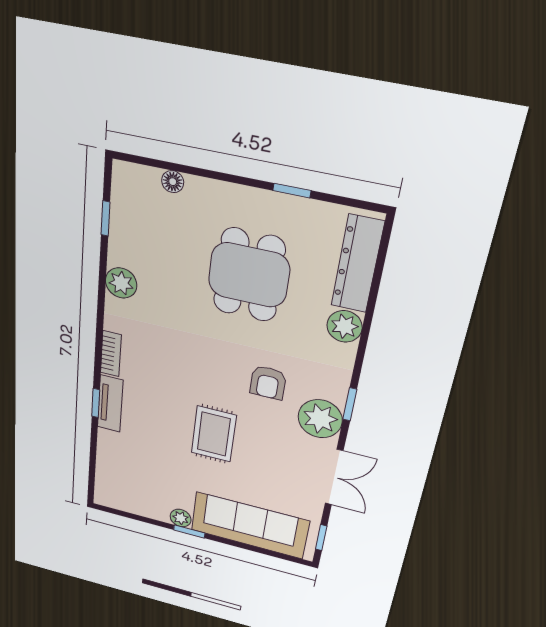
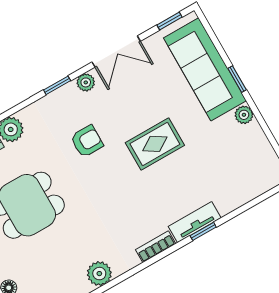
plant: (320, 419) -> (86, 82), width x0.53, depth x0.53
double door: (334, 477) -> (116, 52), swing flipped
window: (189, 531) -> (237, 79), moved

